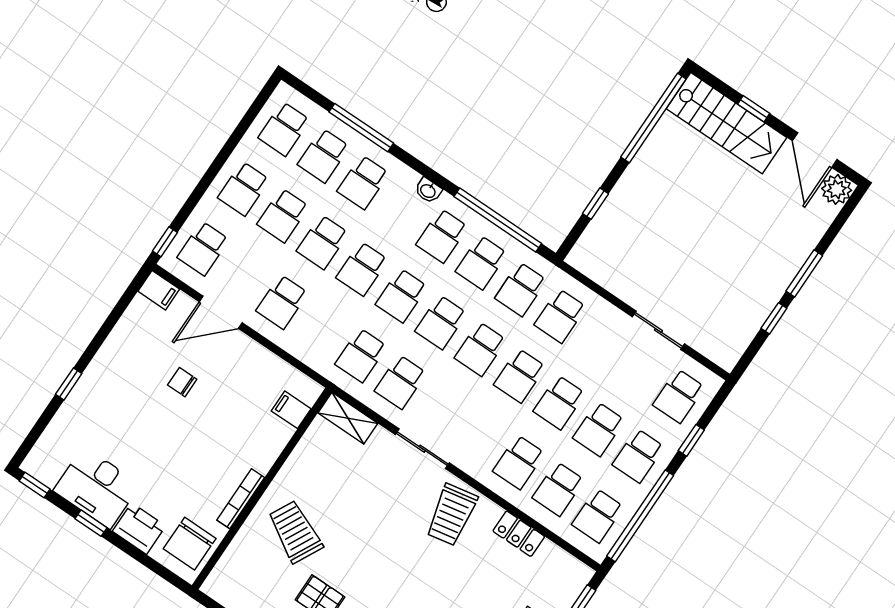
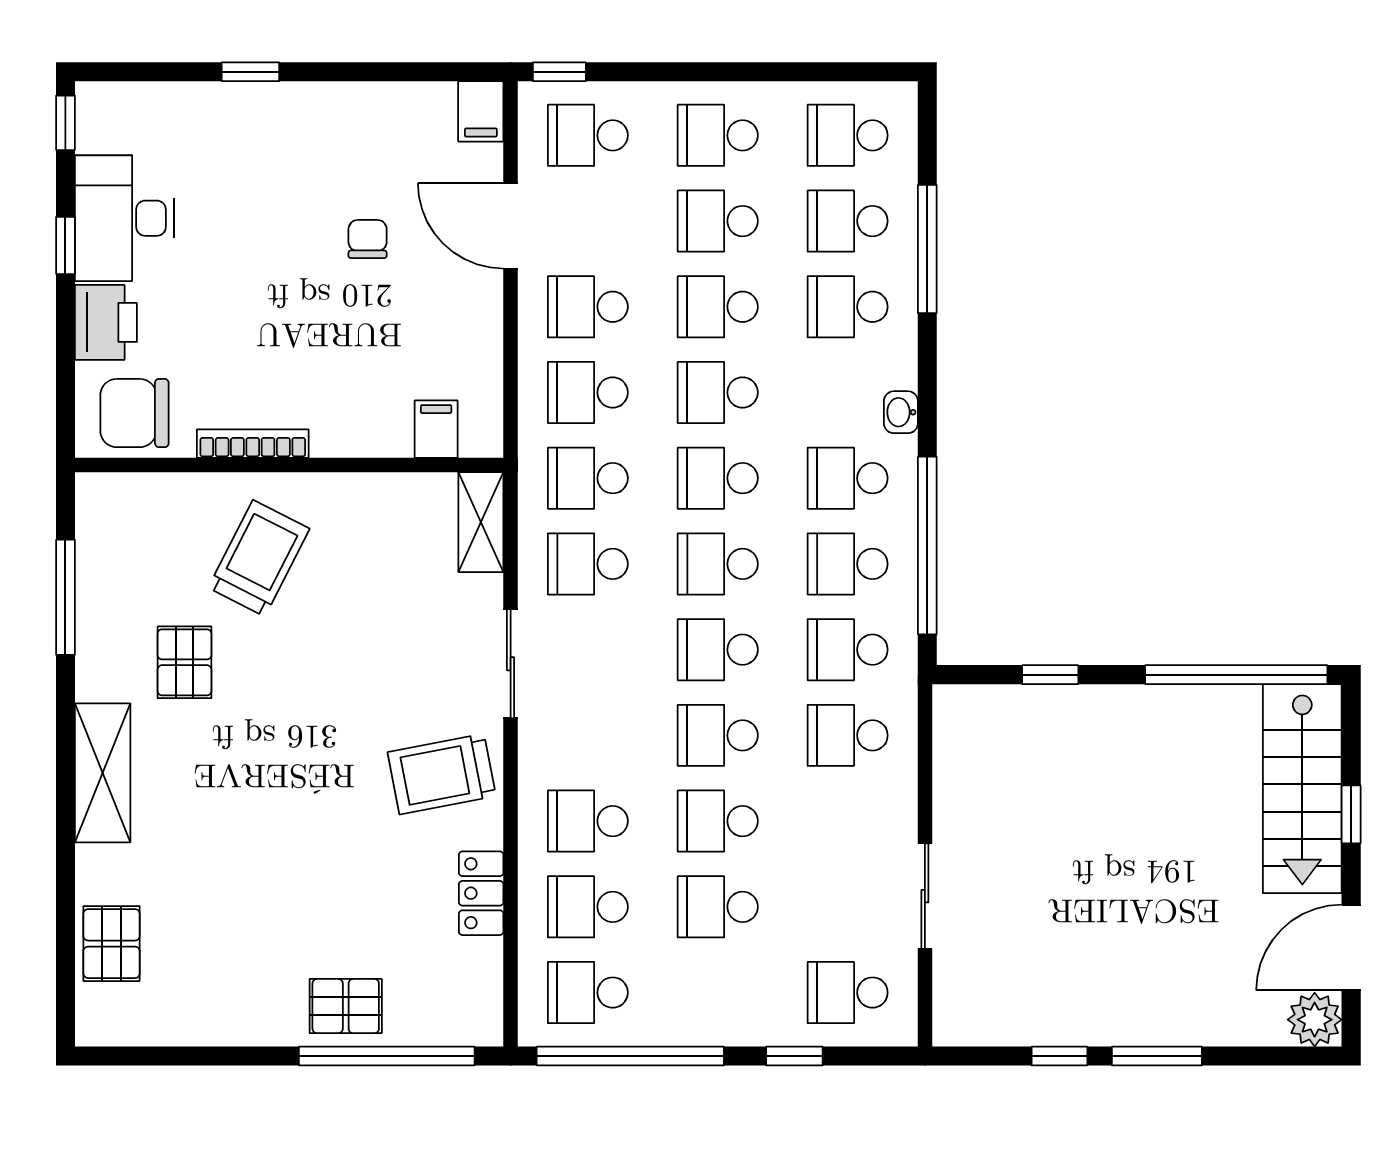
school desk: (638, 456) -> (588, 392), moved

